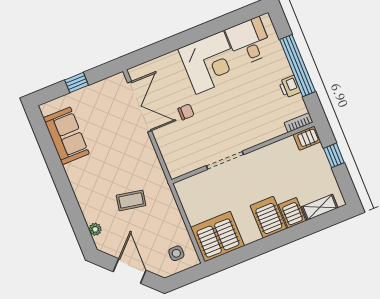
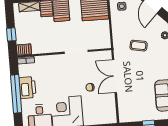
printer: (290, 87) -> (27, 88), width x1.87, depth x1.48
double door: (140, 107) -> (114, 76), moved

